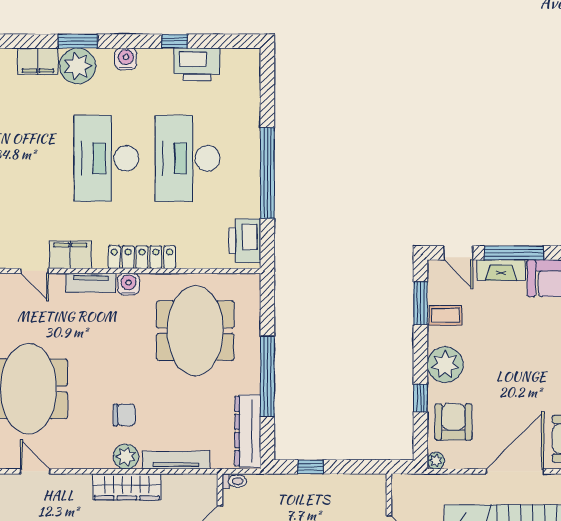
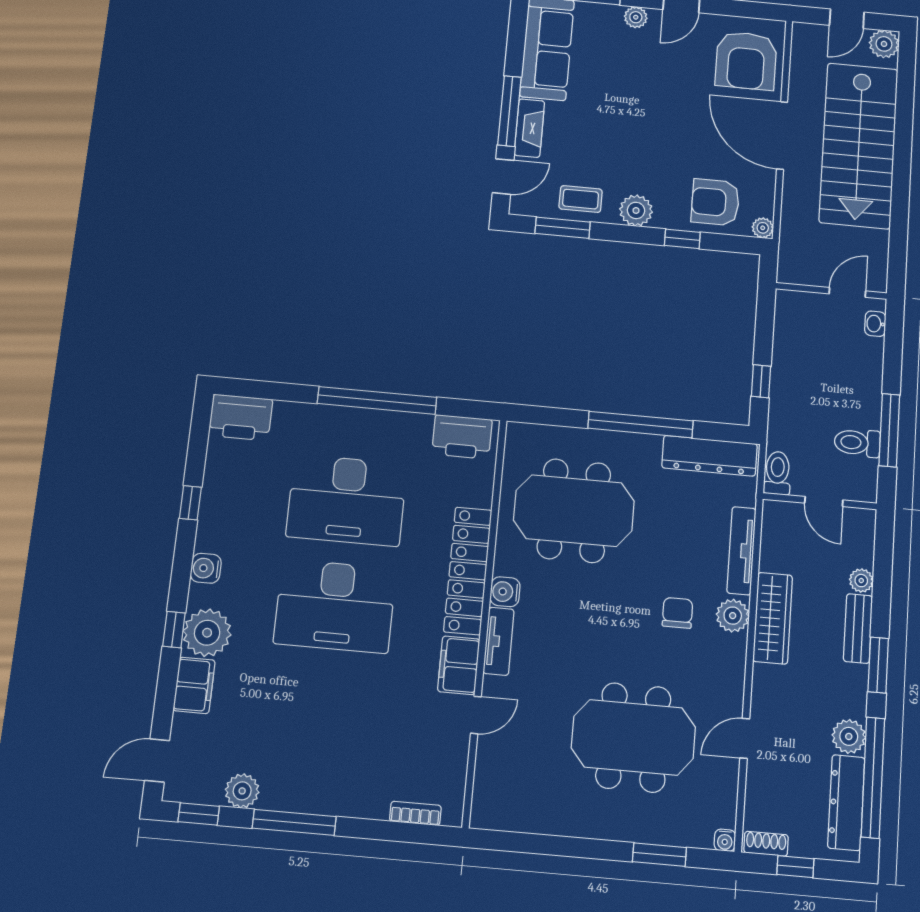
window: (78, 41) -> (174, 630), width x0.67
printer: (197, 64) -> (241, 417), moved, turned 90
locker: (142, 257) -> (468, 571), width x1.41, depth x1.21
coffee table: (446, 315) -> (581, 199), turned 90
plant: (445, 365) -> (636, 210), width x0.73, depth x0.73
toilet: (234, 481) -> (777, 473), width x1.37, depth x1.39

